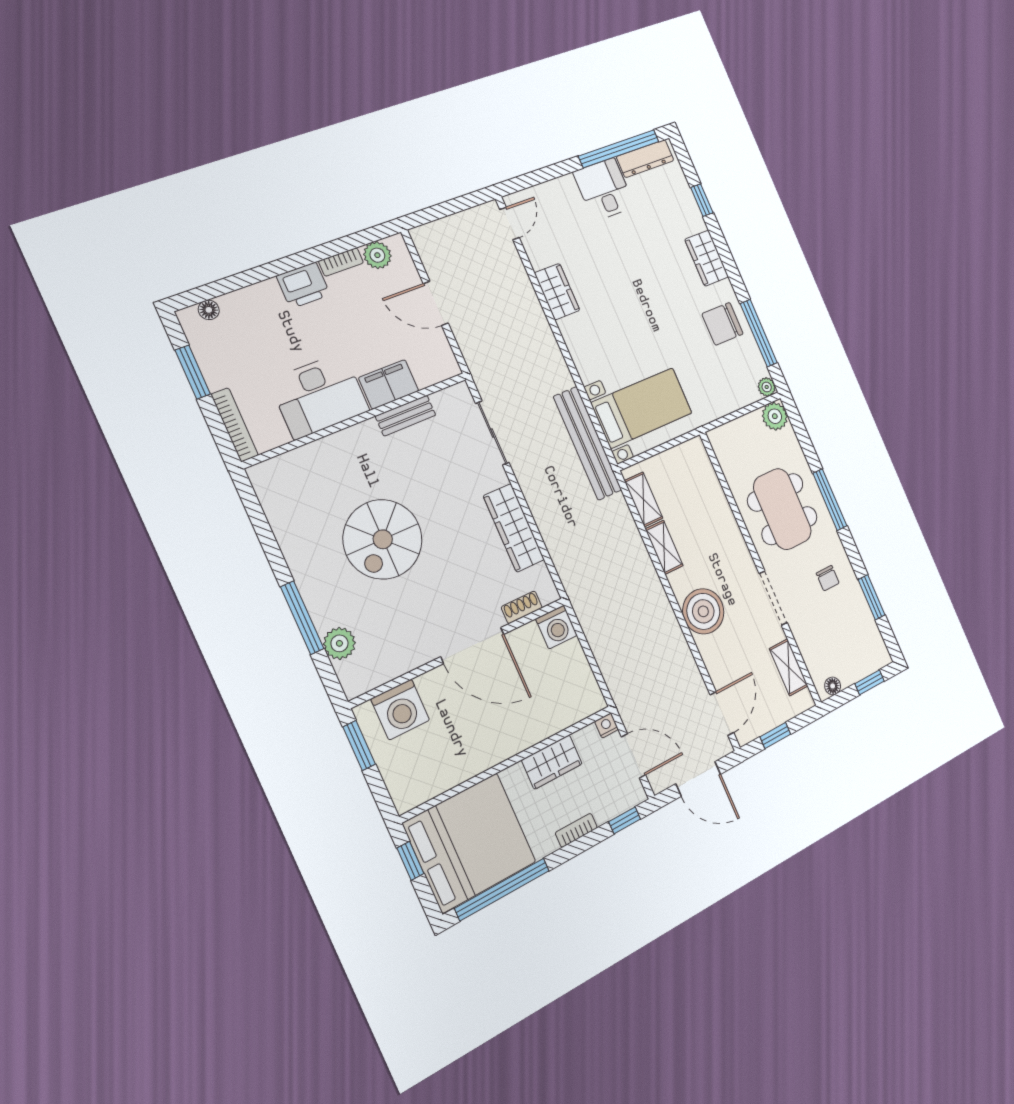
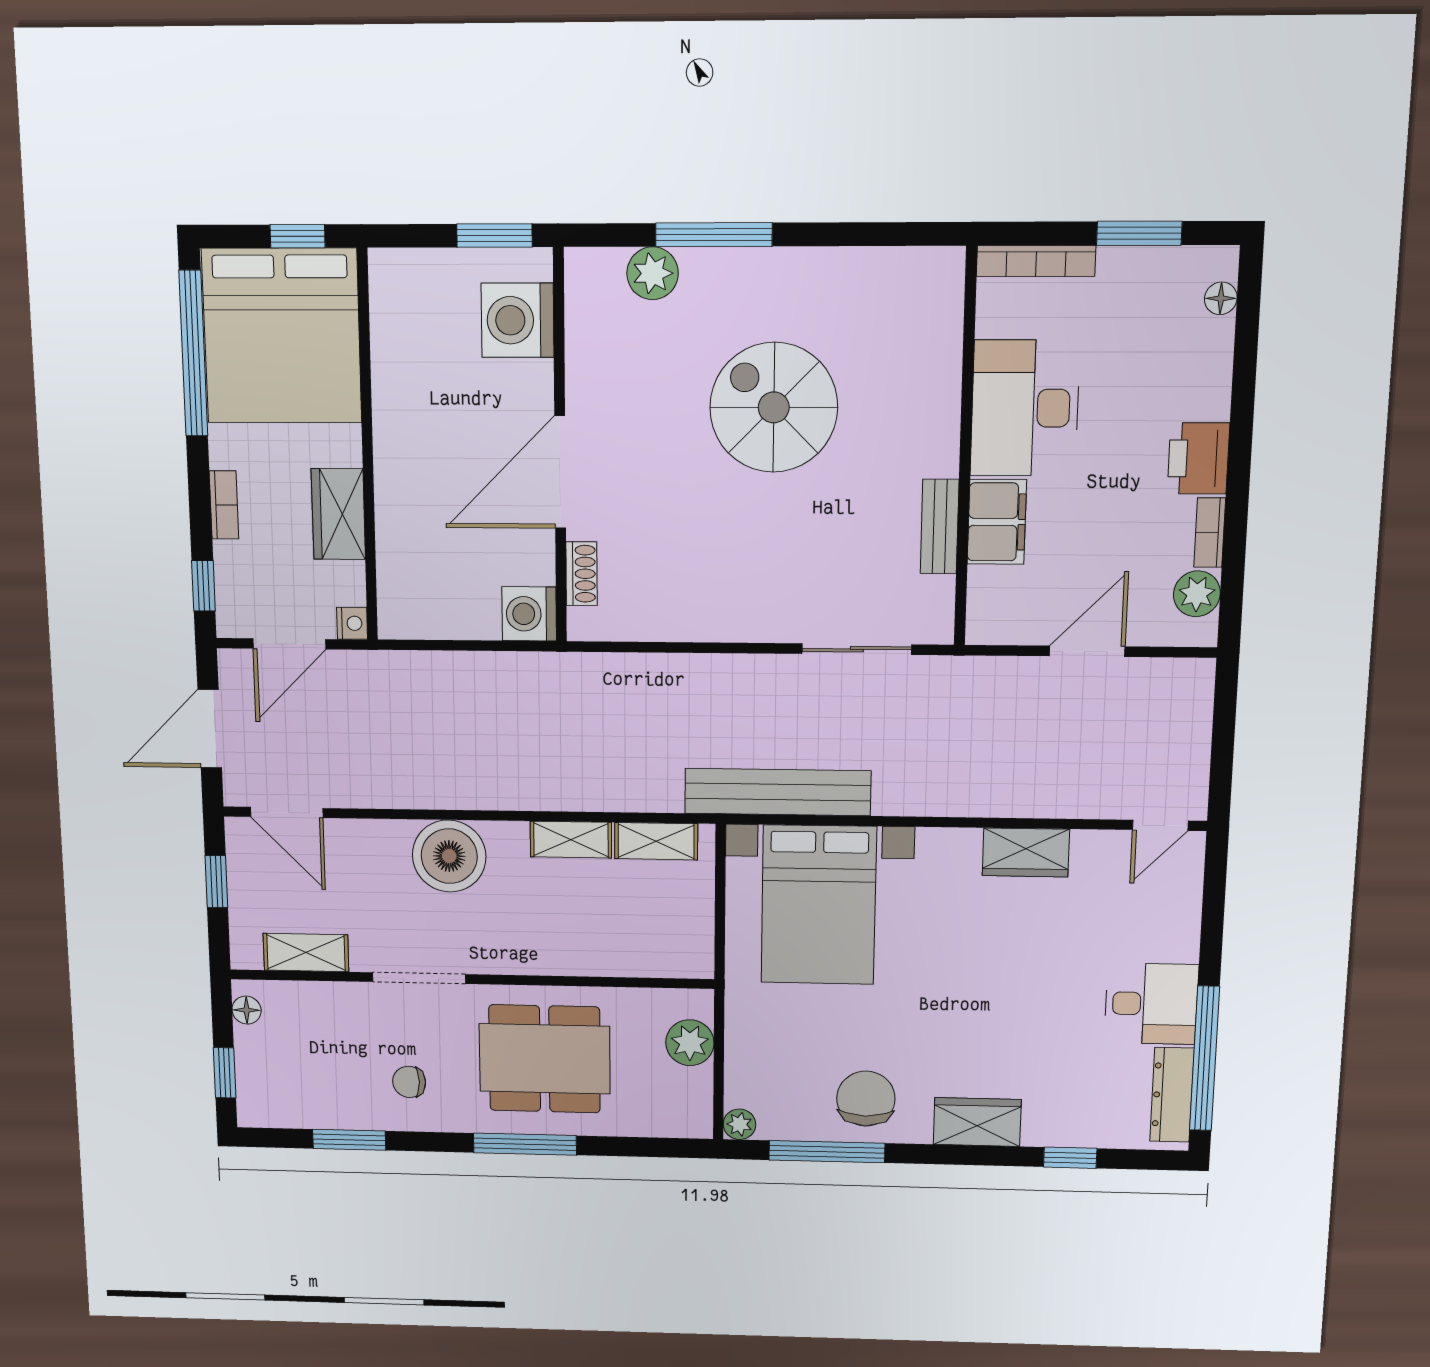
door: (509, 224) -> (1160, 825), hinge flipped
bed with nightstands: (642, 408) -> (819, 905), width x1.36
plant: (775, 416) -> (690, 1043), moved
wardrobe: (514, 528) -> (703, 616), removed

